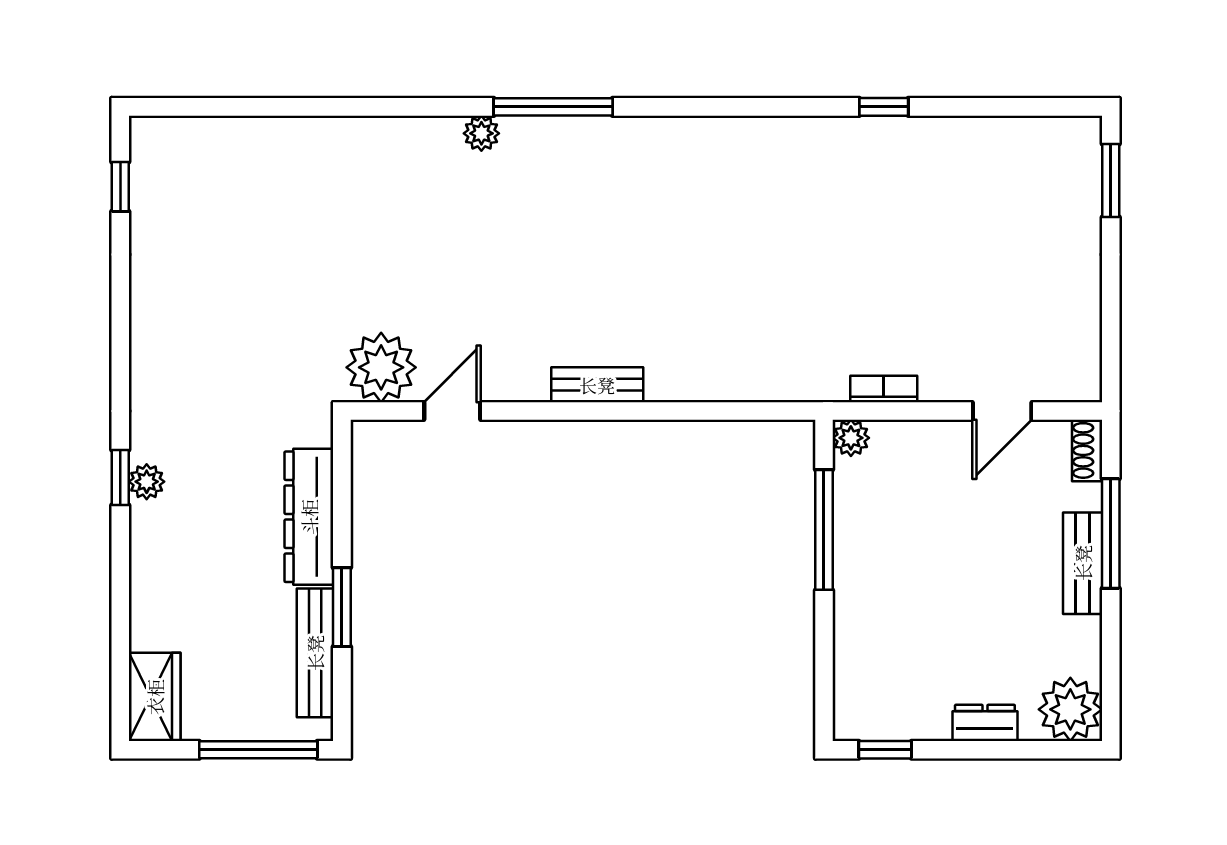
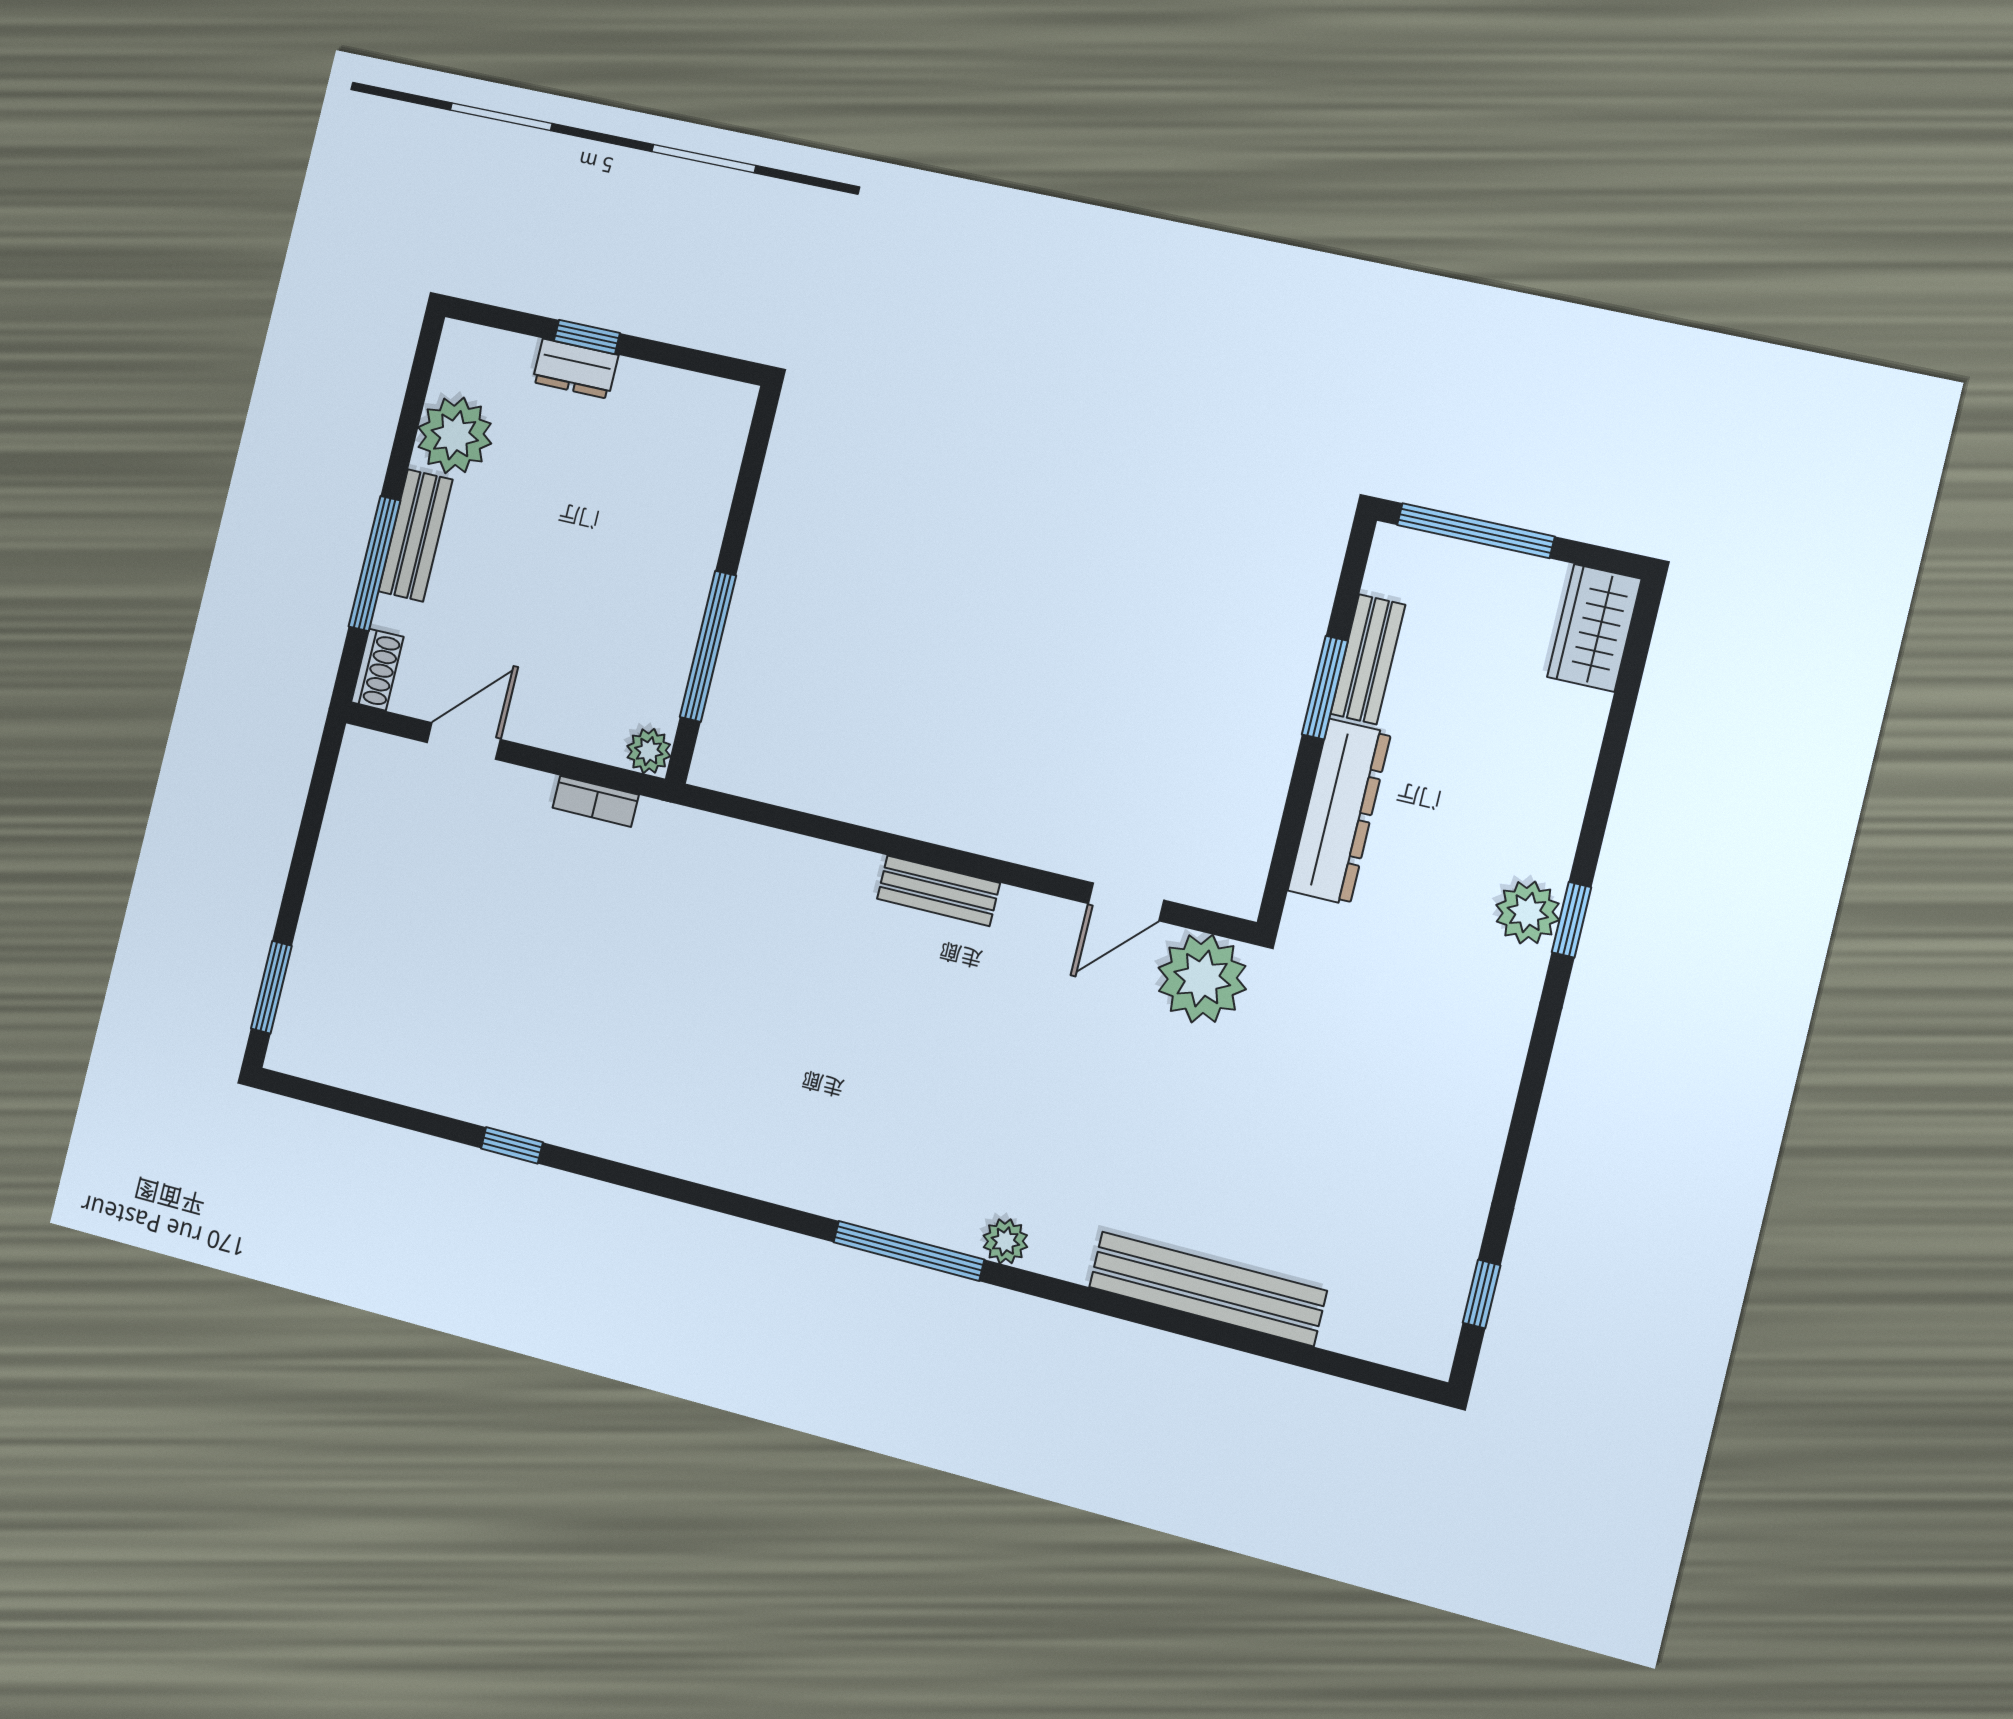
bench: (321, 138) -> (1207, 1289), added
plant: (147, 482) -> (1528, 913), width x1.38, depth x1.38
bench: (315, 653) -> (1368, 659), width x0.73
plant: (1070, 709) -> (455, 435), moved
window: (885, 750) -> (587, 337), moved

